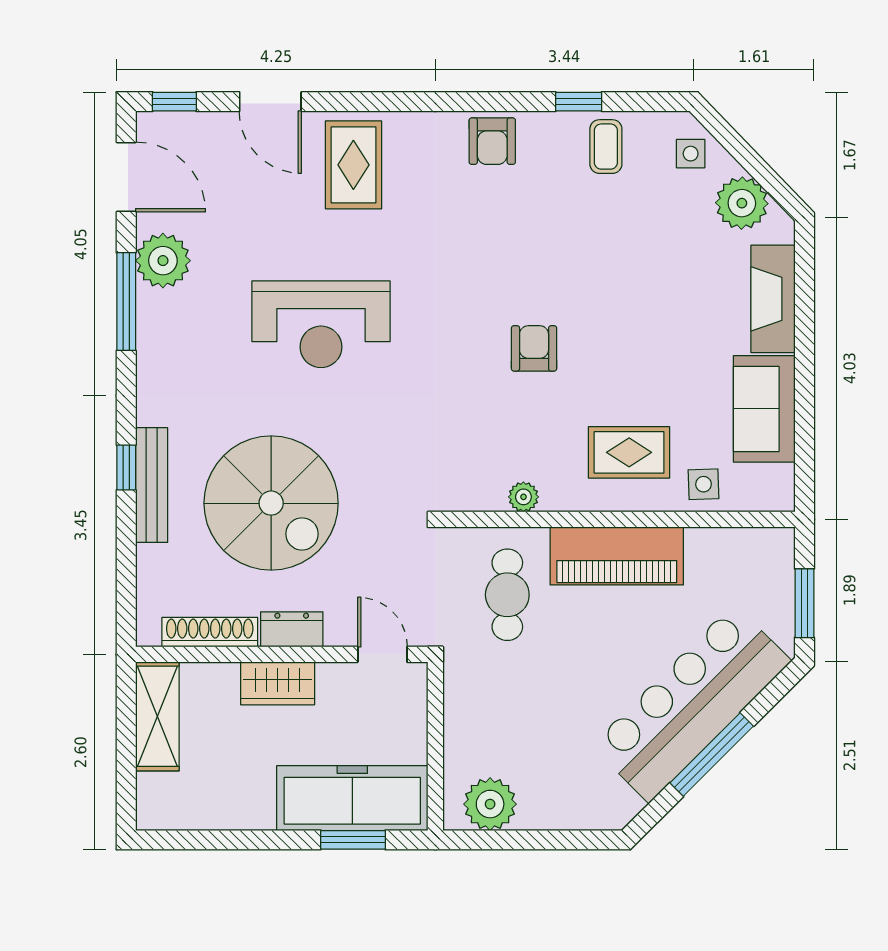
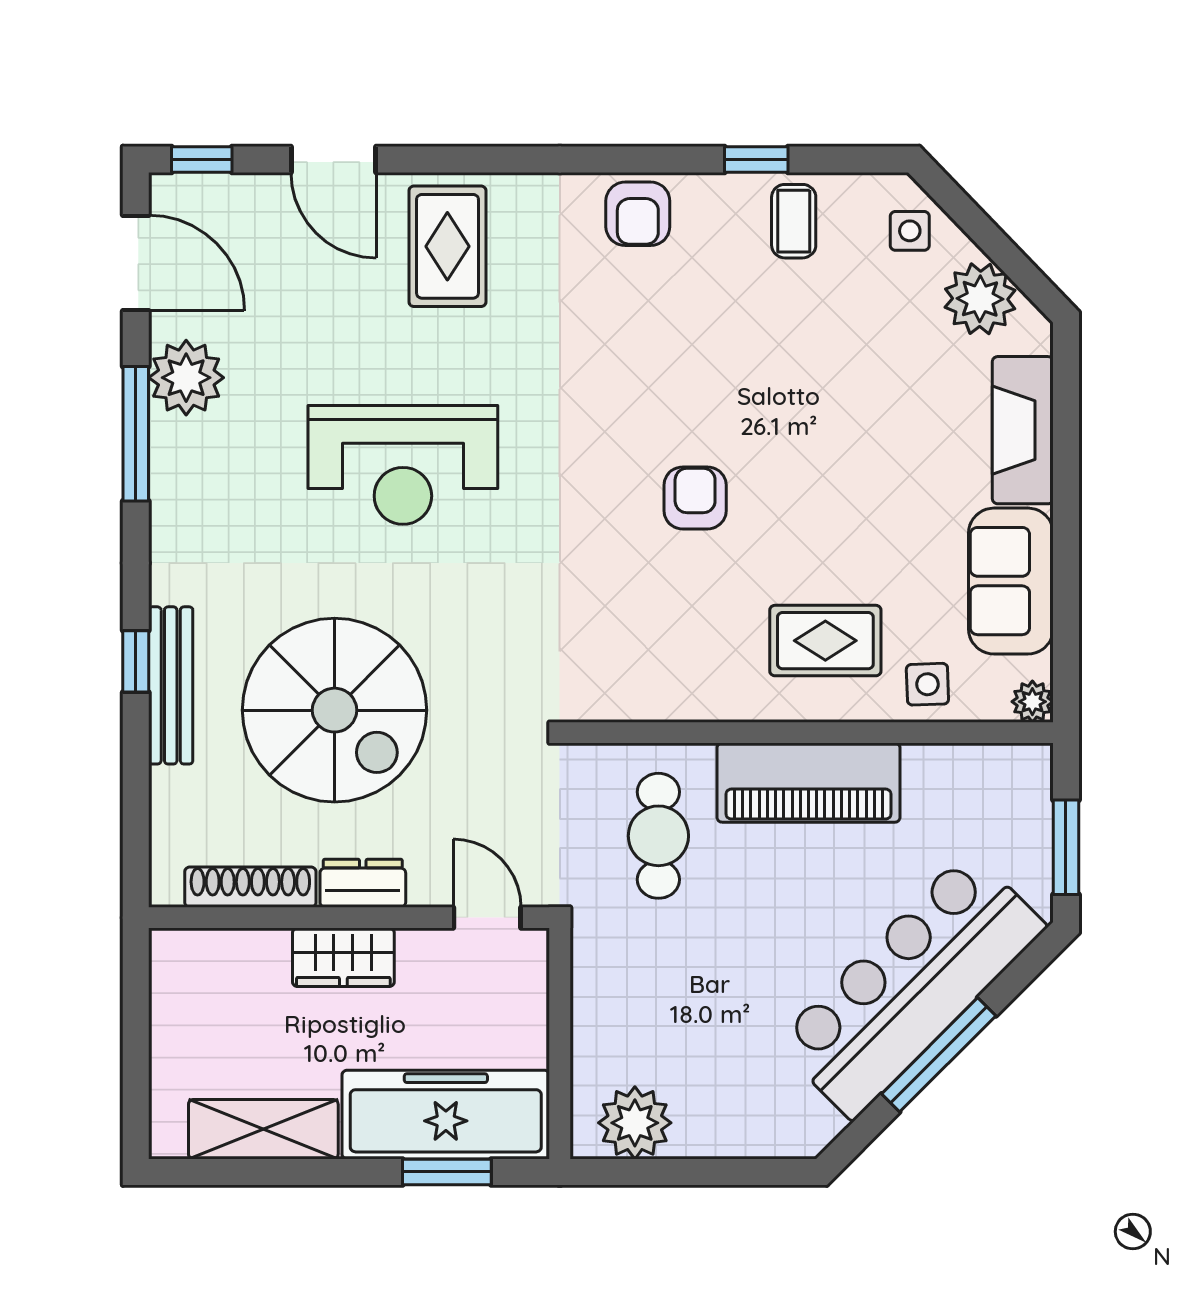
plant: (523, 497) -> (1032, 702), moved
shelving: (157, 716) -> (263, 1129), moved, turned 90

